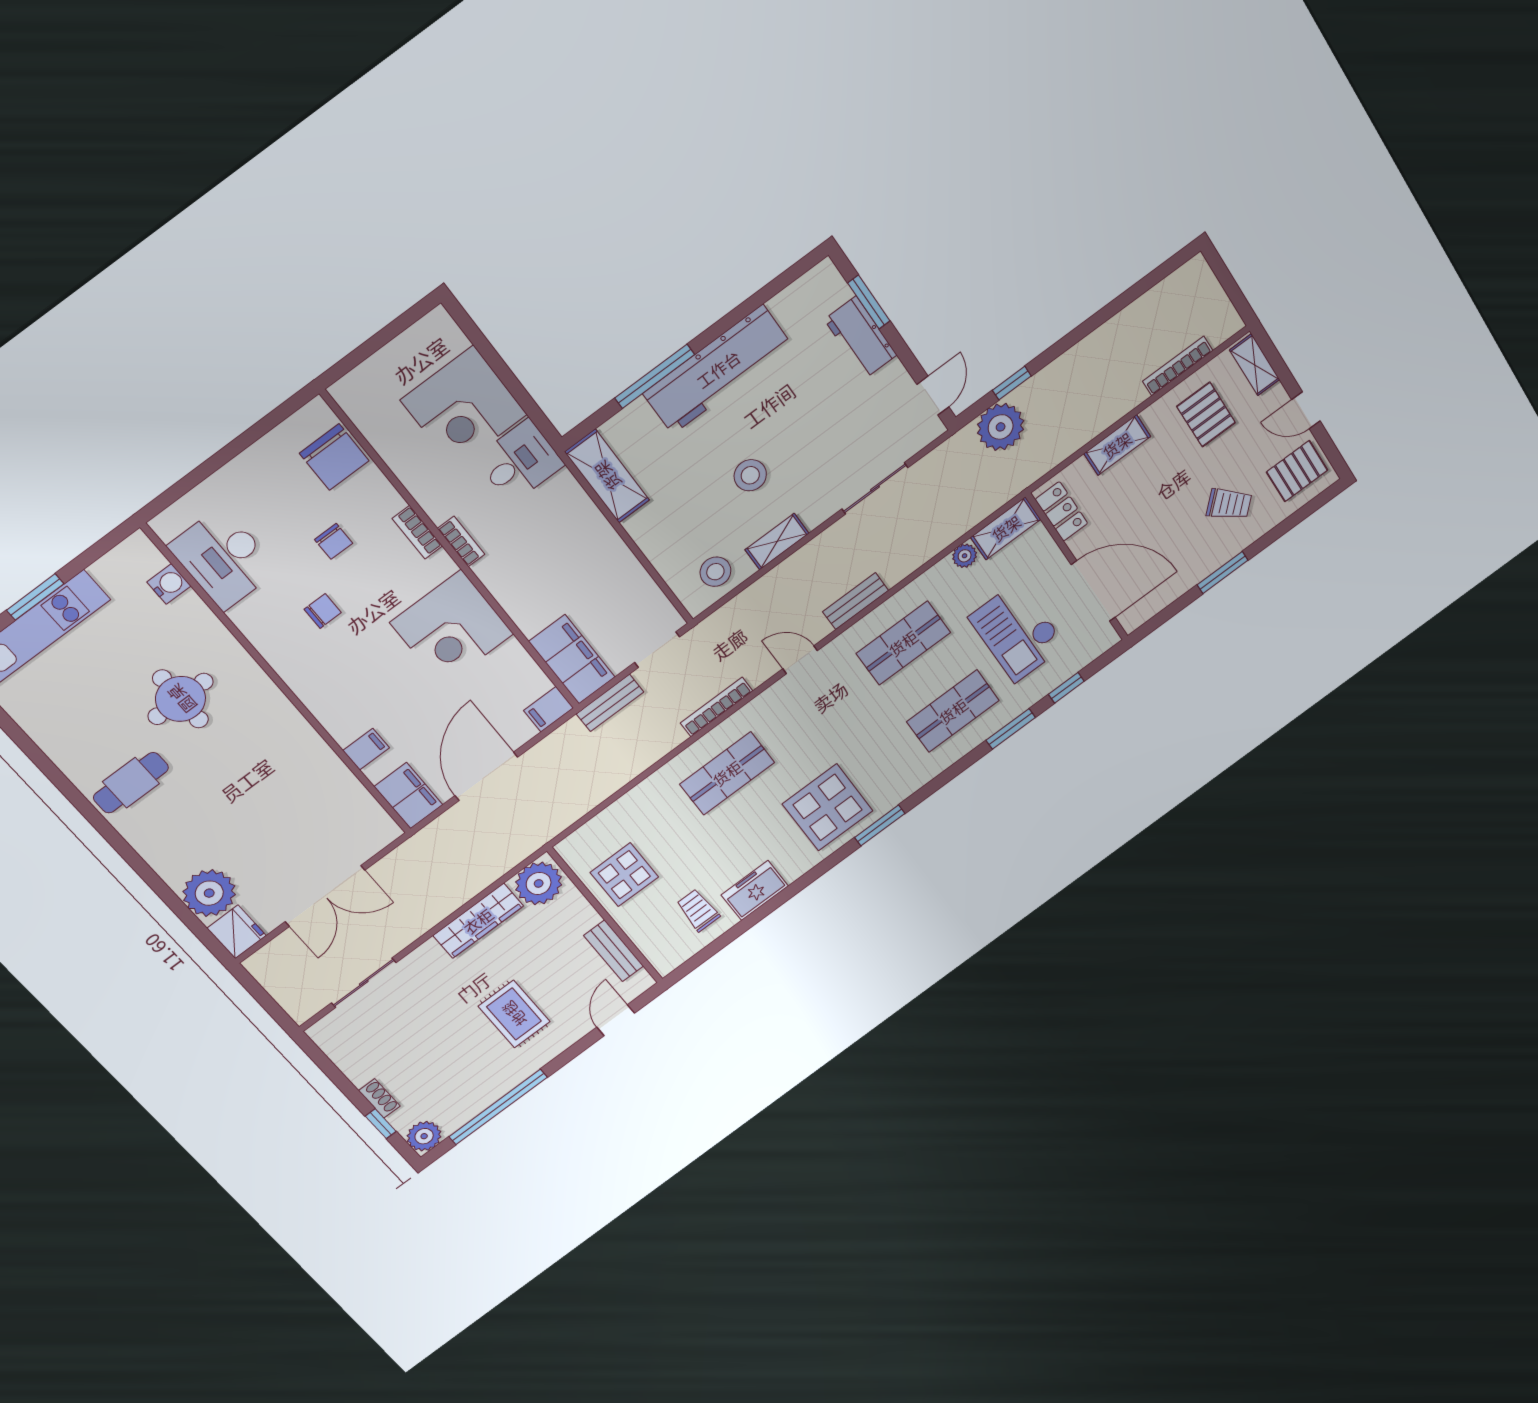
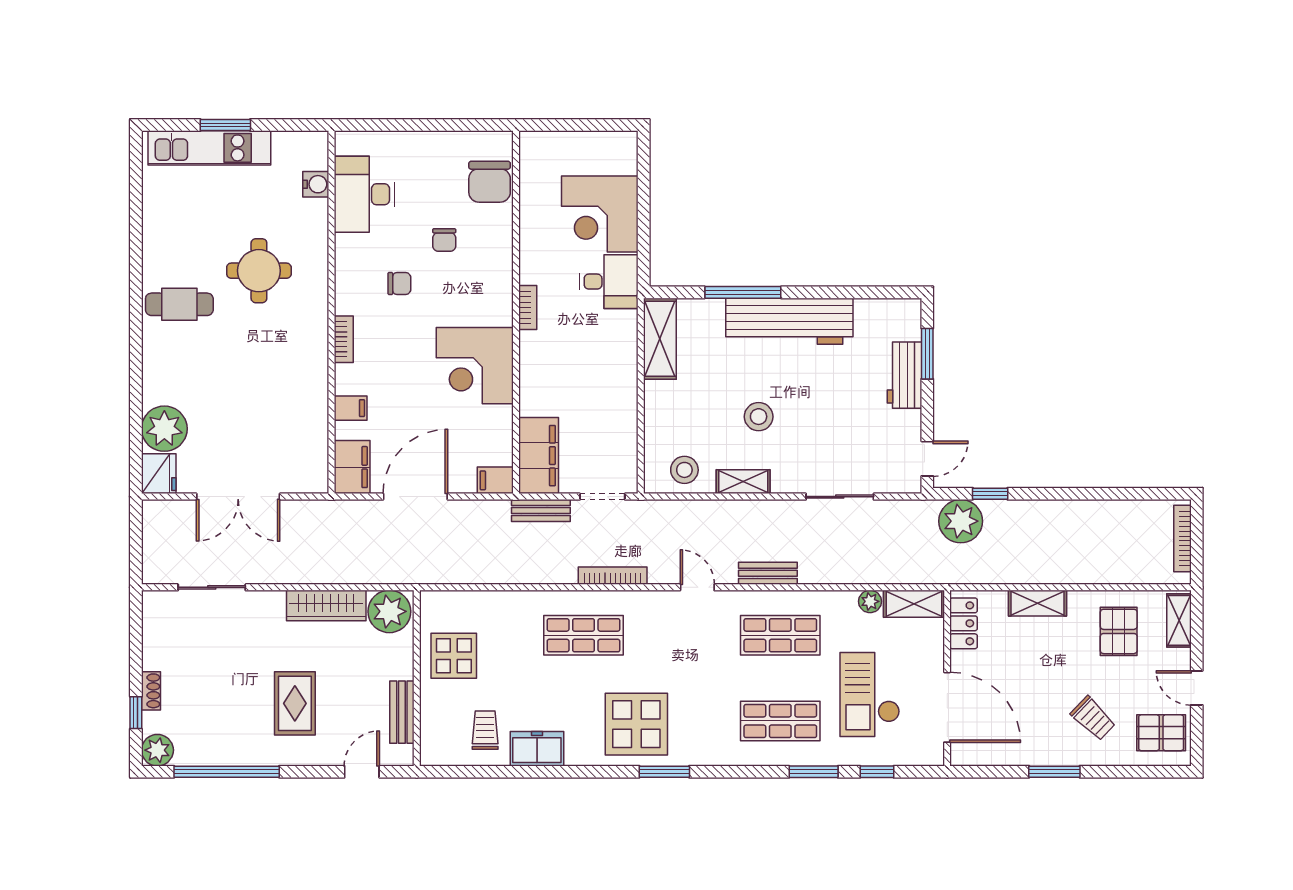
bookcase: (1178, 366) -> (1182, 539), moved, turned -90
bookcase: (417, 532) -> (344, 339), moved, turned 180

